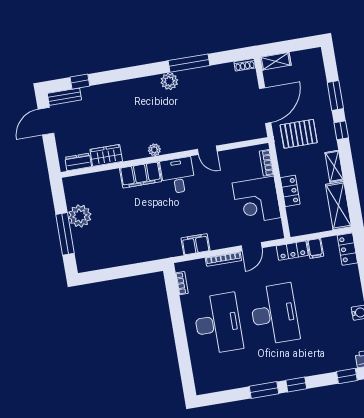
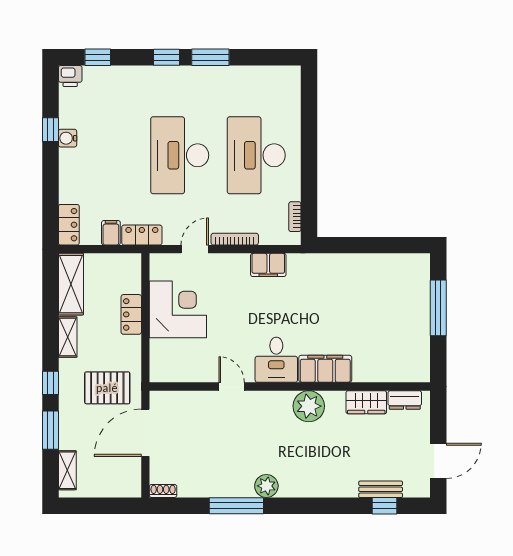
shelving: (276, 61) -> (67, 470), moved, turned 90
bench: (64, 97) -> (381, 489), moved
plant: (154, 150) -> (309, 406), width x1.87, depth x1.87
bookcase: (267, 163) -> (156, 357), removed
plant: (80, 216) -> (415, 328), removed

